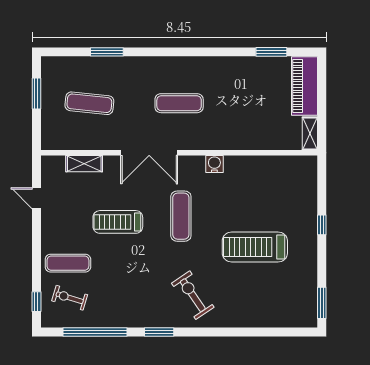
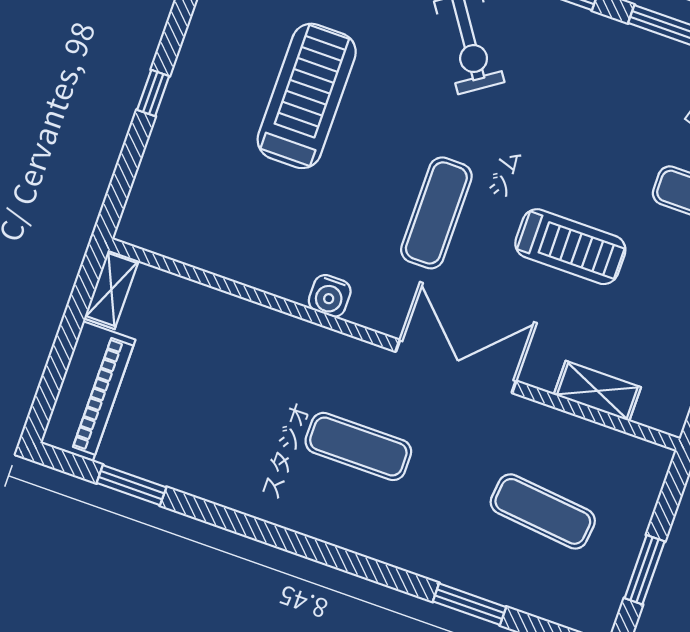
treadmill: (255, 247) -> (307, 96), turned -90

